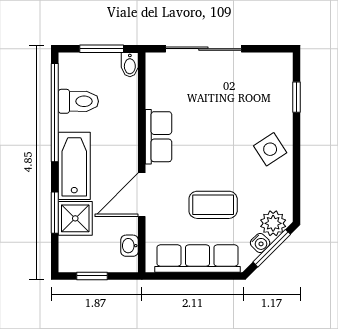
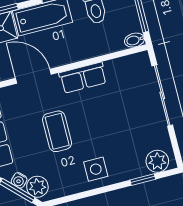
plant: (279, 74) -> (157, 161), added
side table: (270, 149) -> (96, 169), turned 33
coffee table: (213, 205) -> (57, 131), moved

